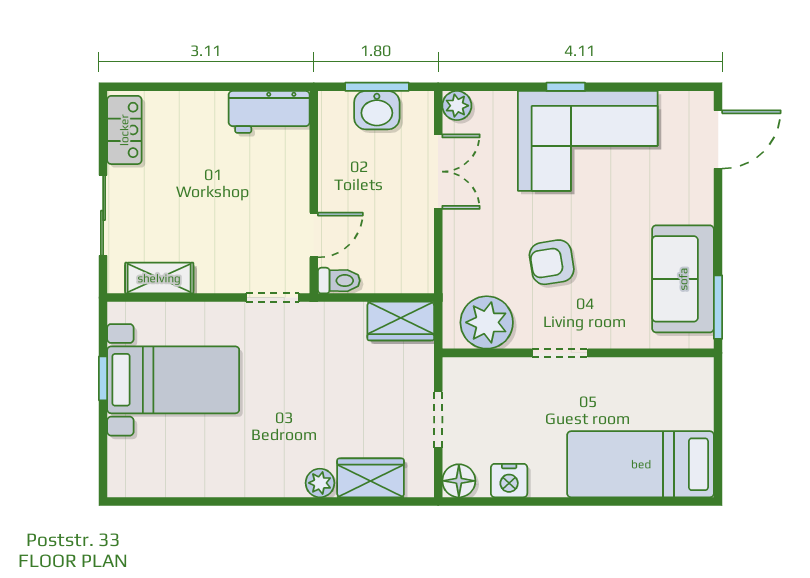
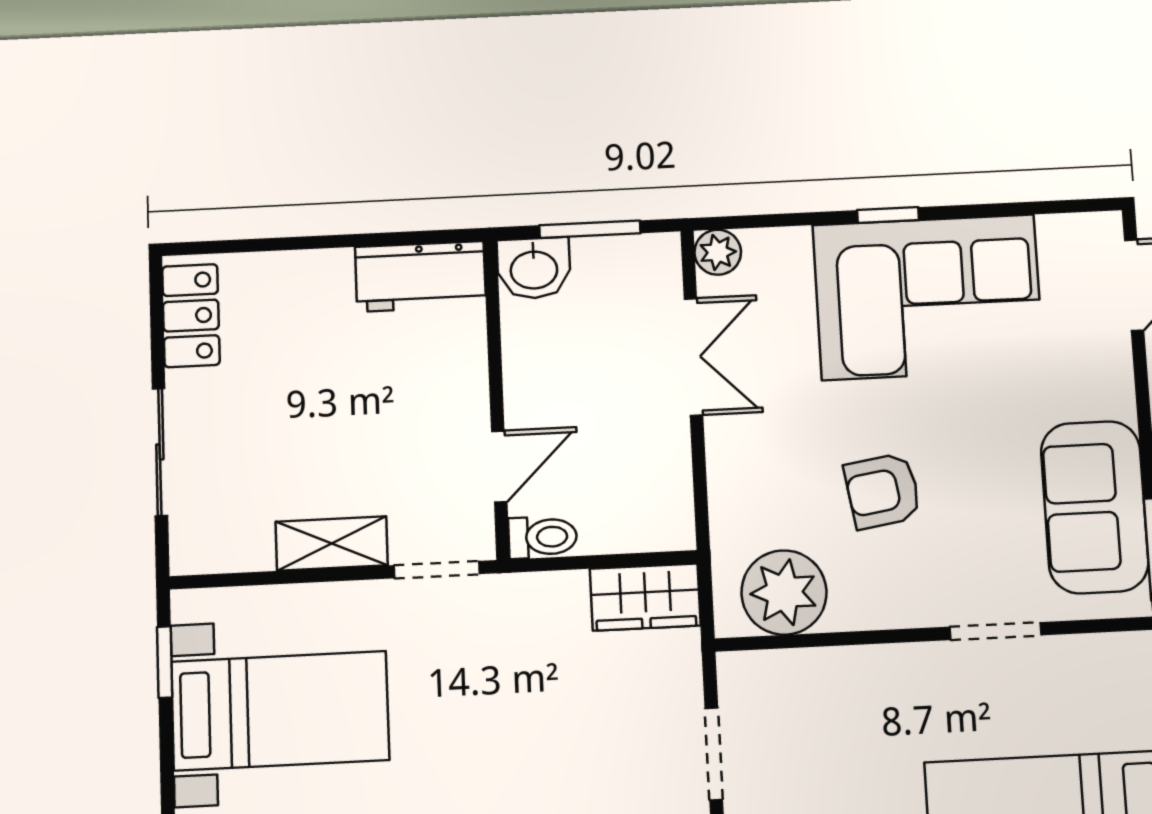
washbasin: (377, 110) -> (534, 268), moved
shelving: (159, 278) -> (332, 543), moved
doorway: (560, 353) -> (995, 631), moved
window: (103, 378) -> (165, 662), moved

